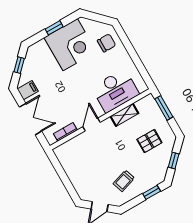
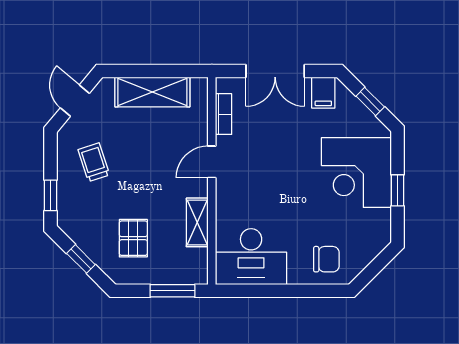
chair: (107, 43) -> (326, 259), turned -90
corner desk: (70, 45) -> (356, 173), moved
desk: (115, 91) -> (251, 257), moved, turned -90
door: (91, 124) -> (212, 162), swing flipped
shelving: (74, 172) -> (152, 92), added

